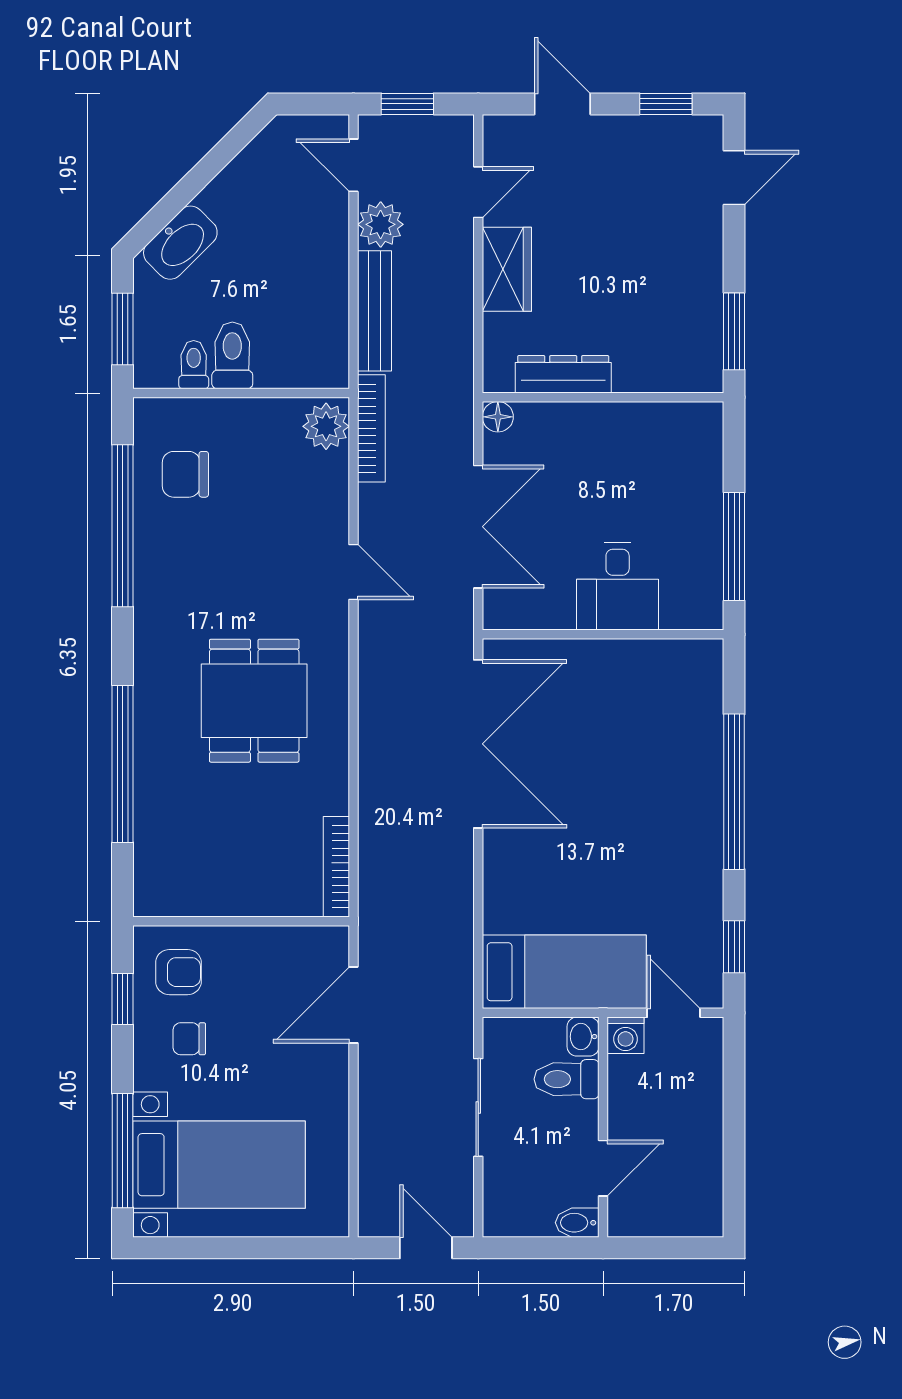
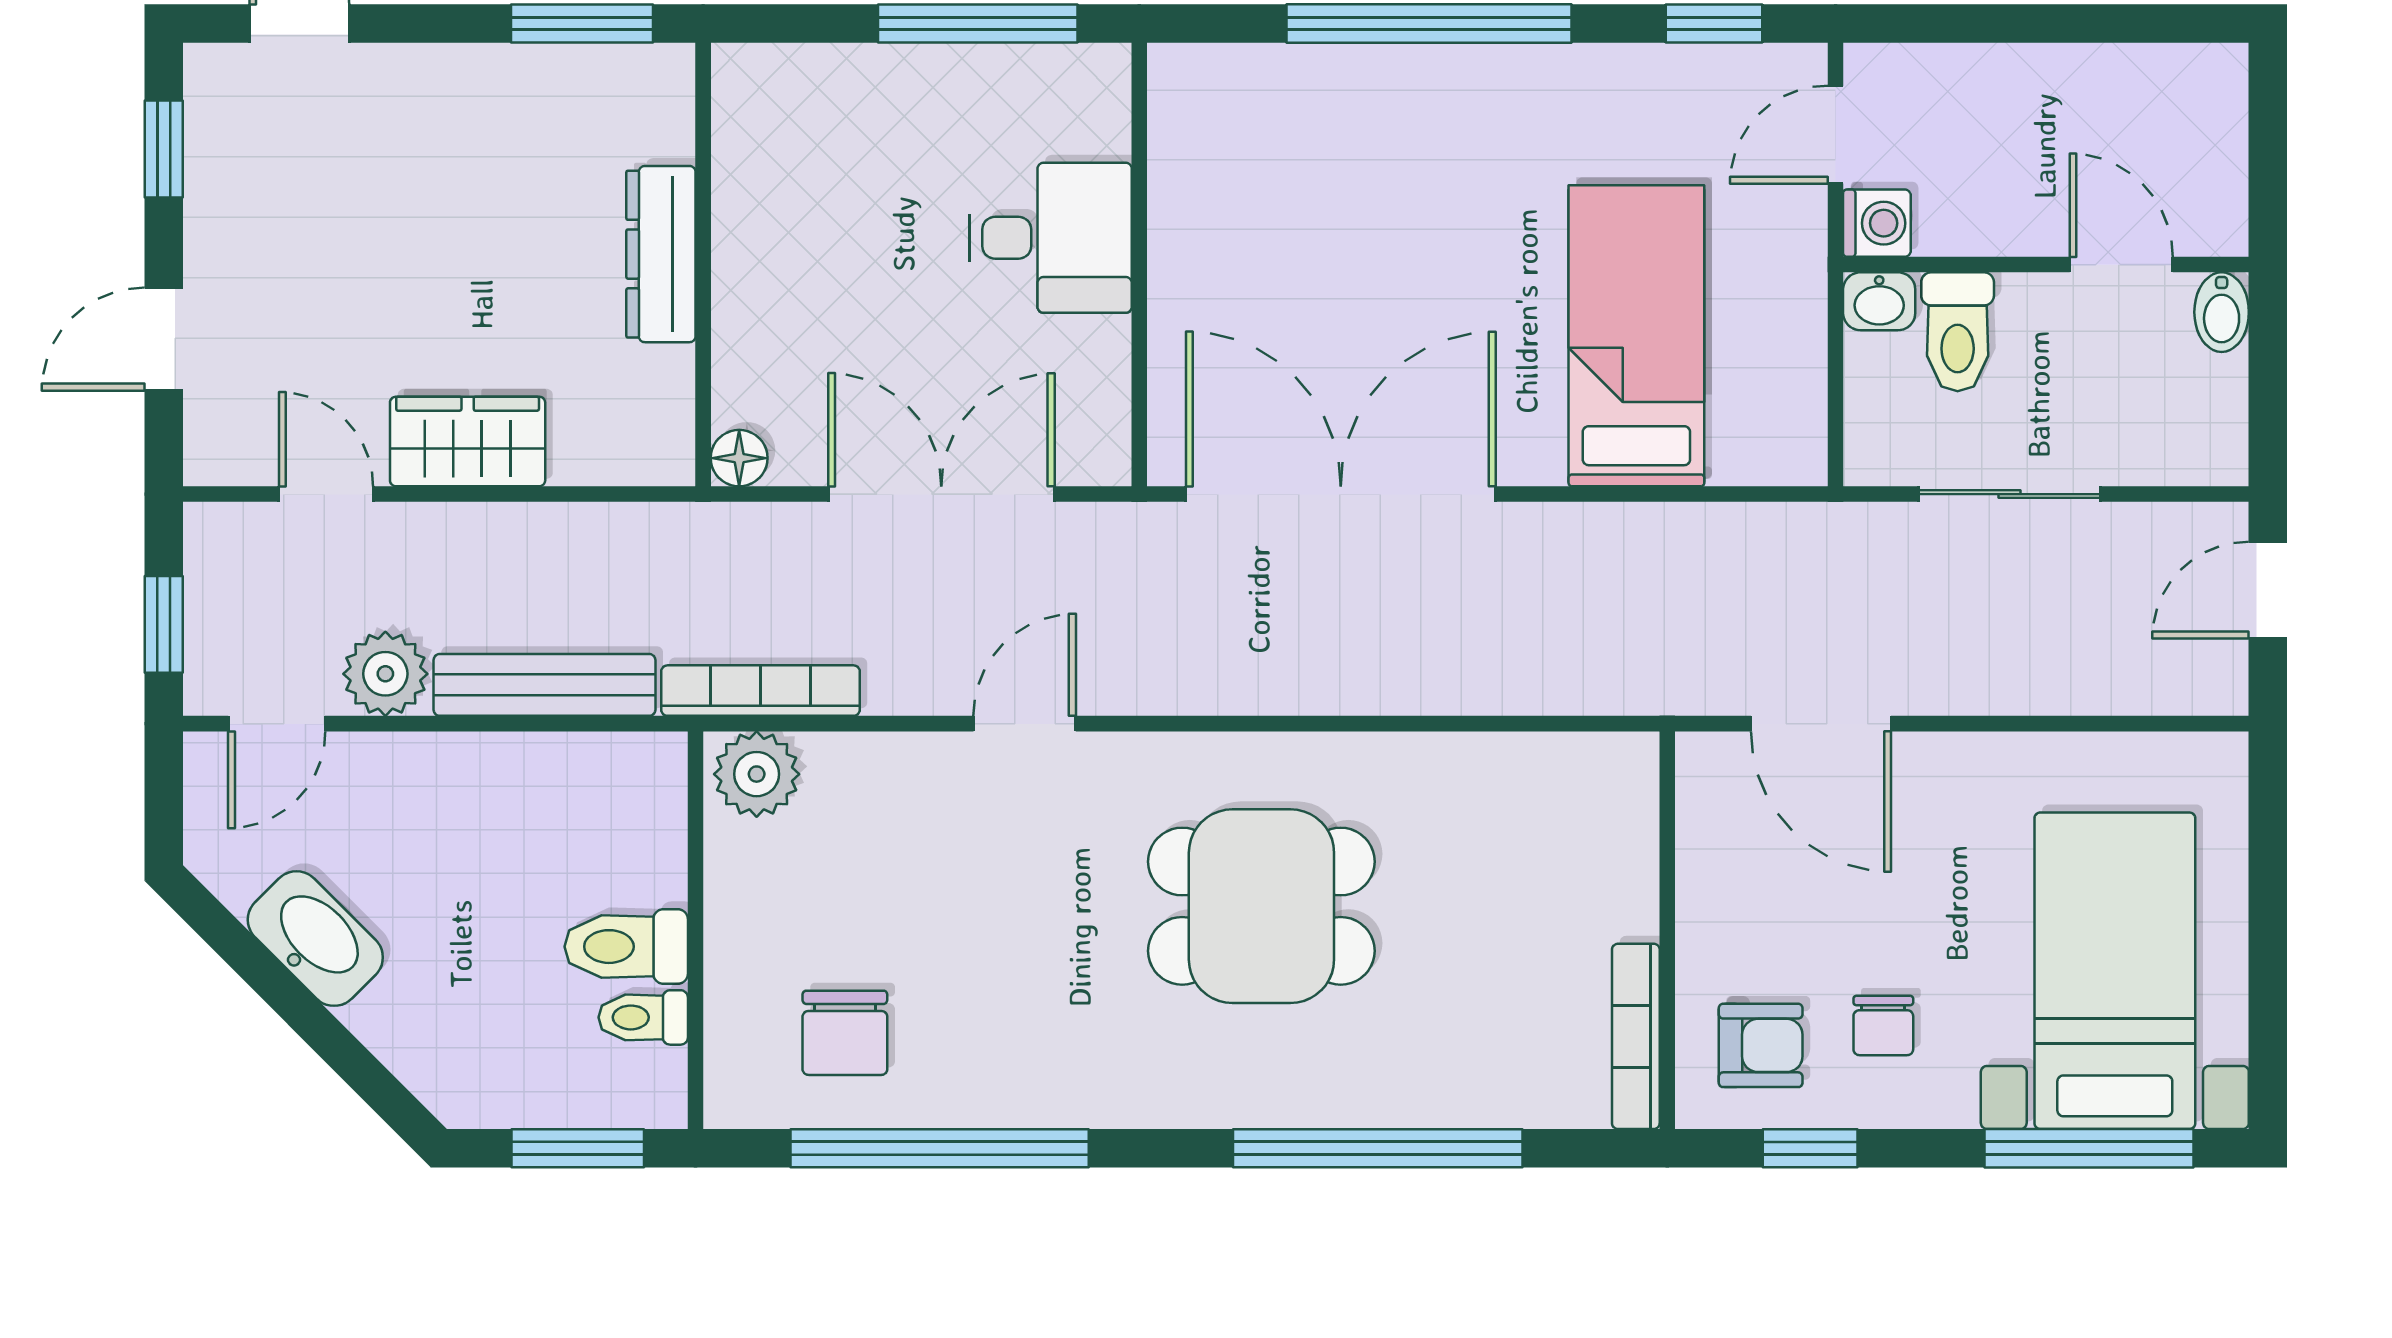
washbasin: (180, 243) -> (315, 939), moved
dresser: (563, 374) -> (661, 254), moved
bookcase: (336, 867) -> (1636, 1036), moved, turned 90
armchair: (178, 972) -> (1761, 1045), turned 90
bed: (564, 972) -> (1636, 336), moved

